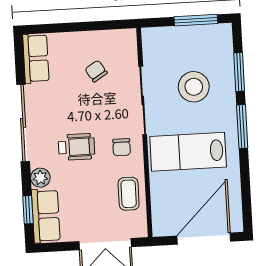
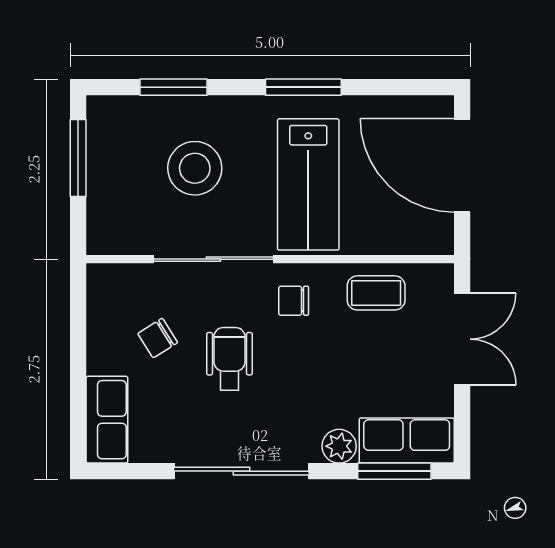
row of seats: (36, 58) -> (107, 420), moved, turned 90
window: (242, 126) -> (303, 87), moved
wheelchair: (77, 147) -> (229, 359), moved
chair: (122, 147) -> (294, 301), turned 180
window: (28, 210) -> (394, 471), width x1.50

